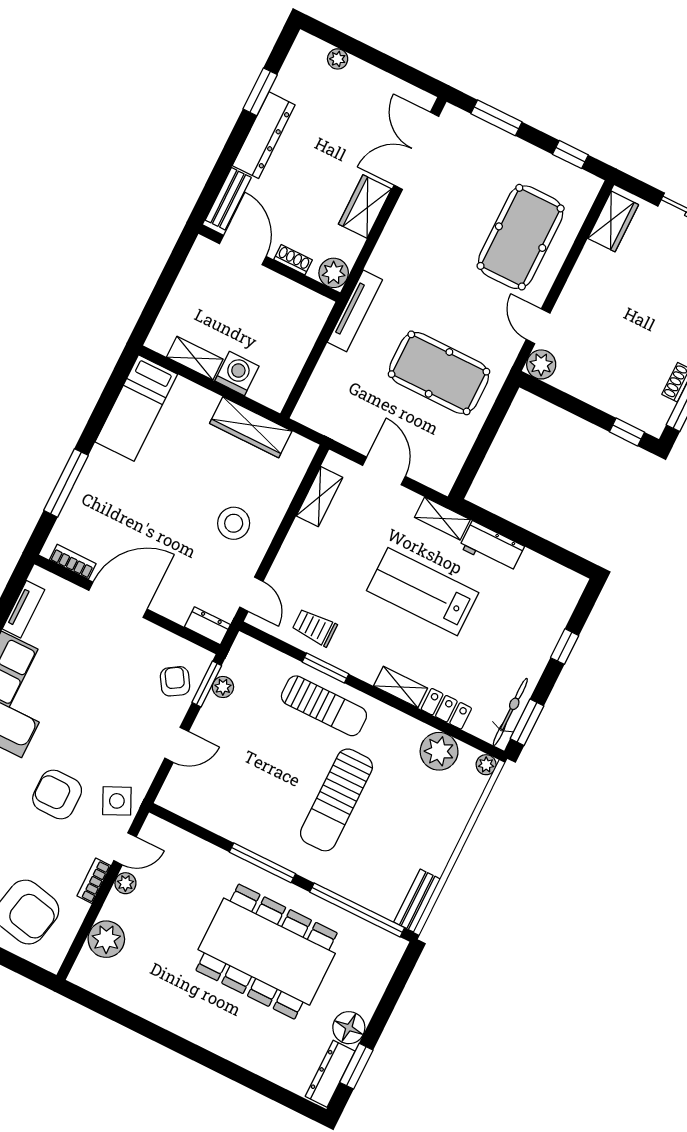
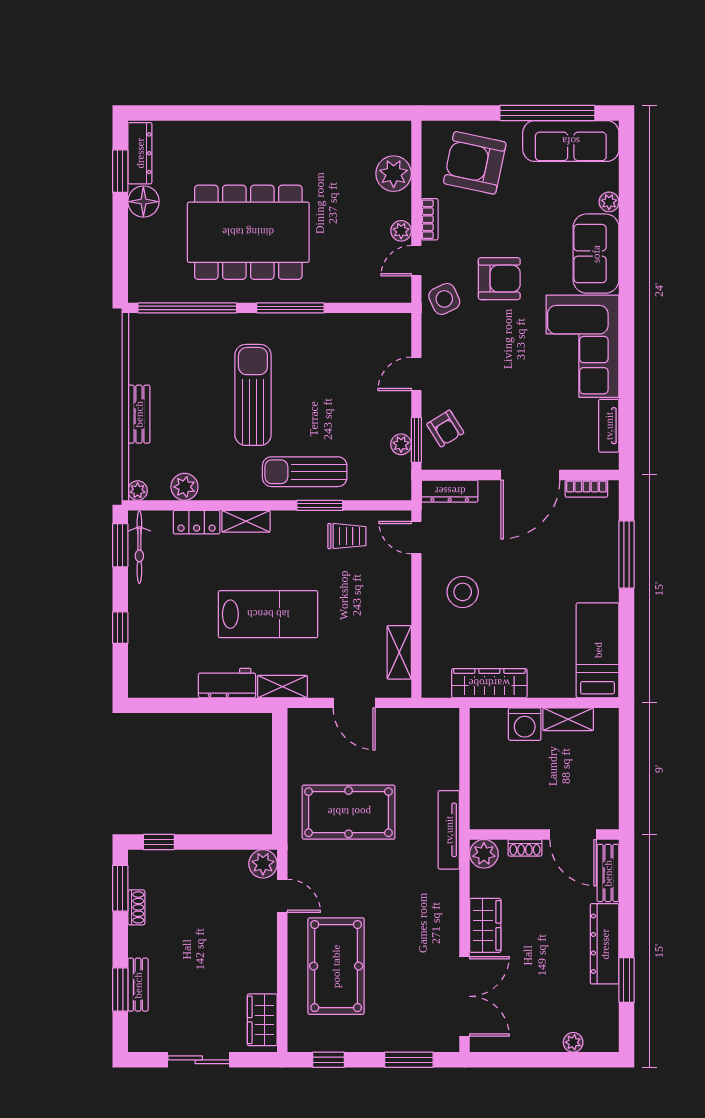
dresser: (207, 626) -> (450, 491), width x1.44
plant: (439, 751) -> (184, 487), width x0.73, depth x0.73
bench: (417, 901) -> (139, 414), moved

